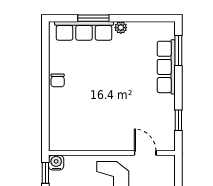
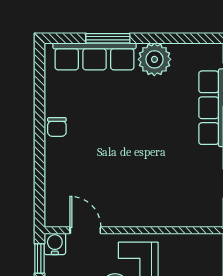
plant: (121, 28) -> (154, 59), width x1.88, depth x1.88
door: (145, 153) -> (85, 230), moved

